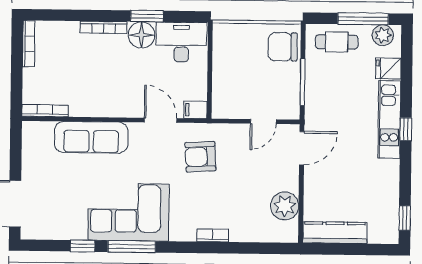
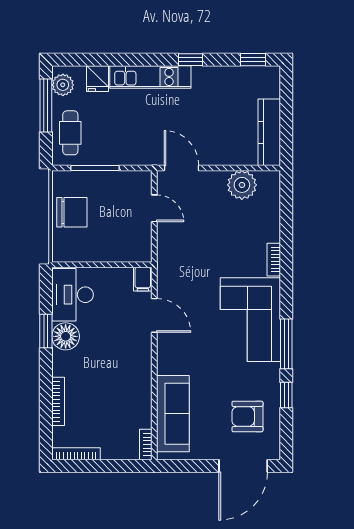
bookcase: (104, 27) -> (58, 401), moved
chair: (283, 47) -> (72, 212), moved, turned -90
window: (303, 82) -> (95, 168), moved
bookcase: (45, 111) -> (146, 445), width x0.64
door: (161, 120) -> (154, 315), swing flipped
window: (406, 129) -> (190, 60), moved
sofa: (91, 137) -> (173, 414), moved
armchair: (200, 157) -> (247, 416), moved, turned 93
corner sofa: (128, 212) -> (250, 320), moved

